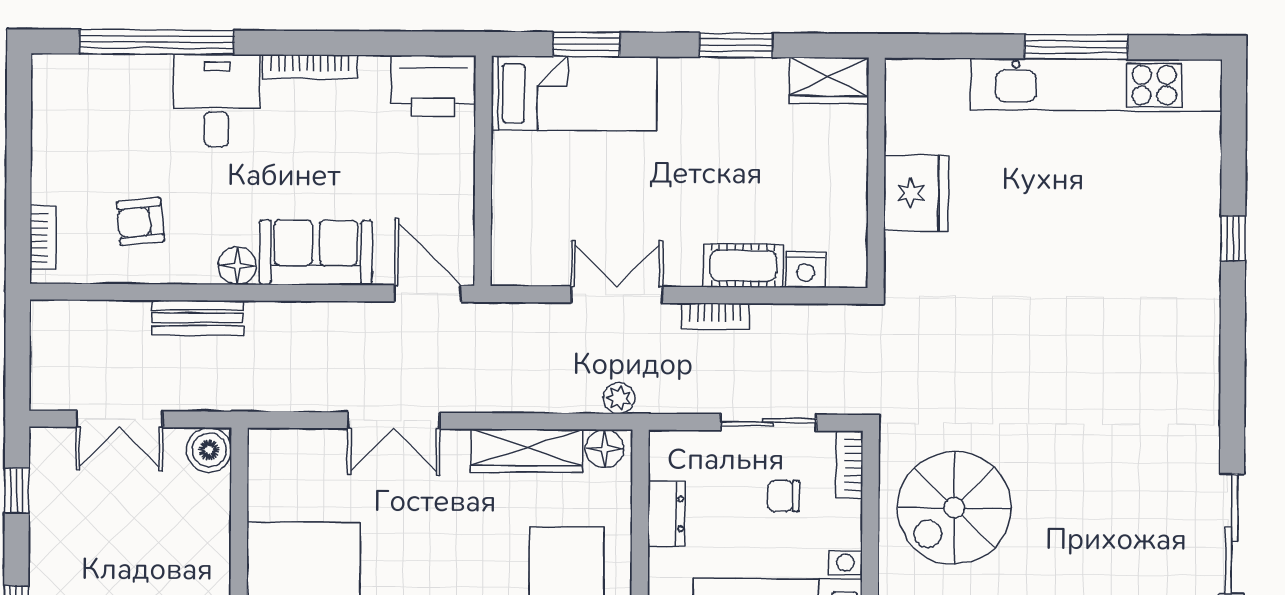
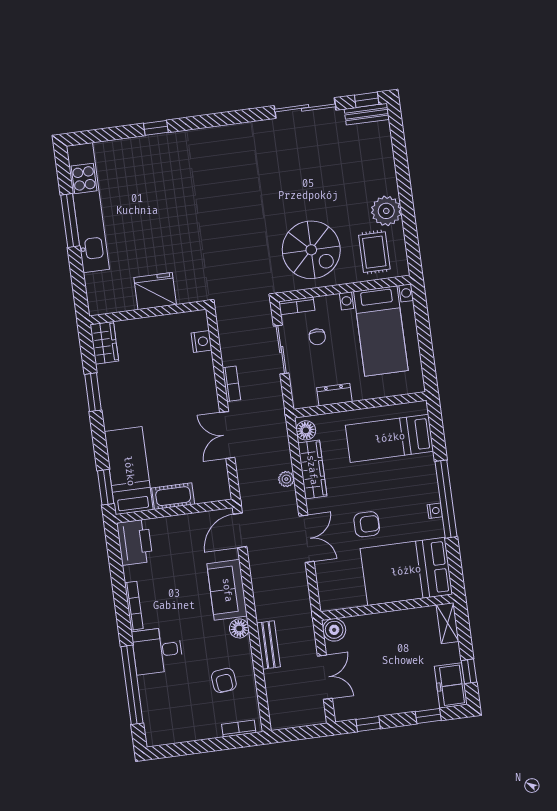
window: (586, 44) -> (106, 487), moved
cot: (743, 266) -> (173, 496), moved, turned 90
plant: (619, 398) -> (286, 479), moved
armchair: (406, 542) -> (367, 524), added

